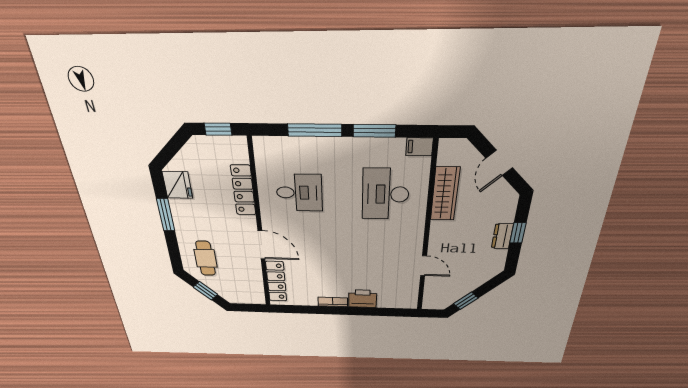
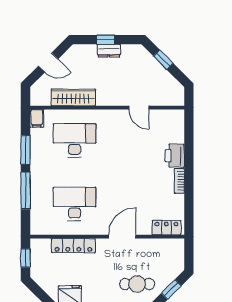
desk: (299, 193) -> (75, 204), width x1.37
desk: (385, 194) -> (75, 140), turned 180
door: (424, 266) -> (139, 108), swing flipped
locker: (276, 281) -> (166, 228), width x0.66
window: (466, 301) -> (163, 60), moved

